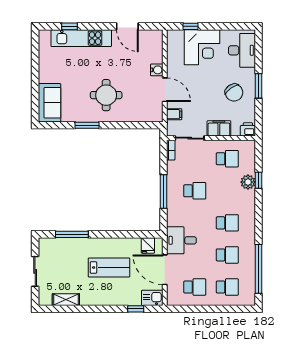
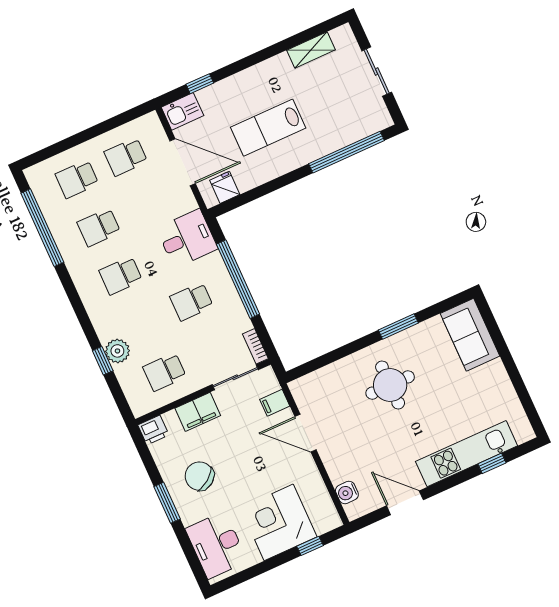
water cooler: (157, 70) -> (347, 492), moved
window: (164, 192) -> (238, 279), width x1.46
window: (72, 234) -> (347, 152), width x1.46
desk: (181, 240) -> (187, 238), moved

